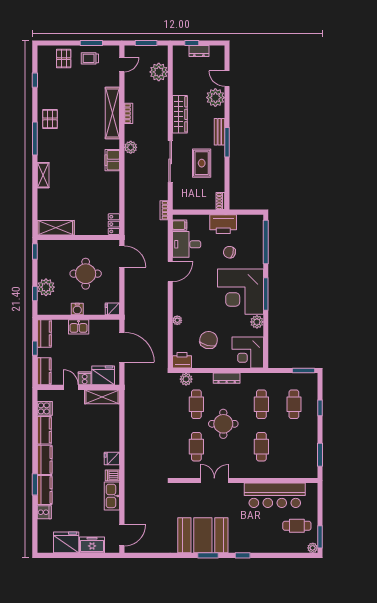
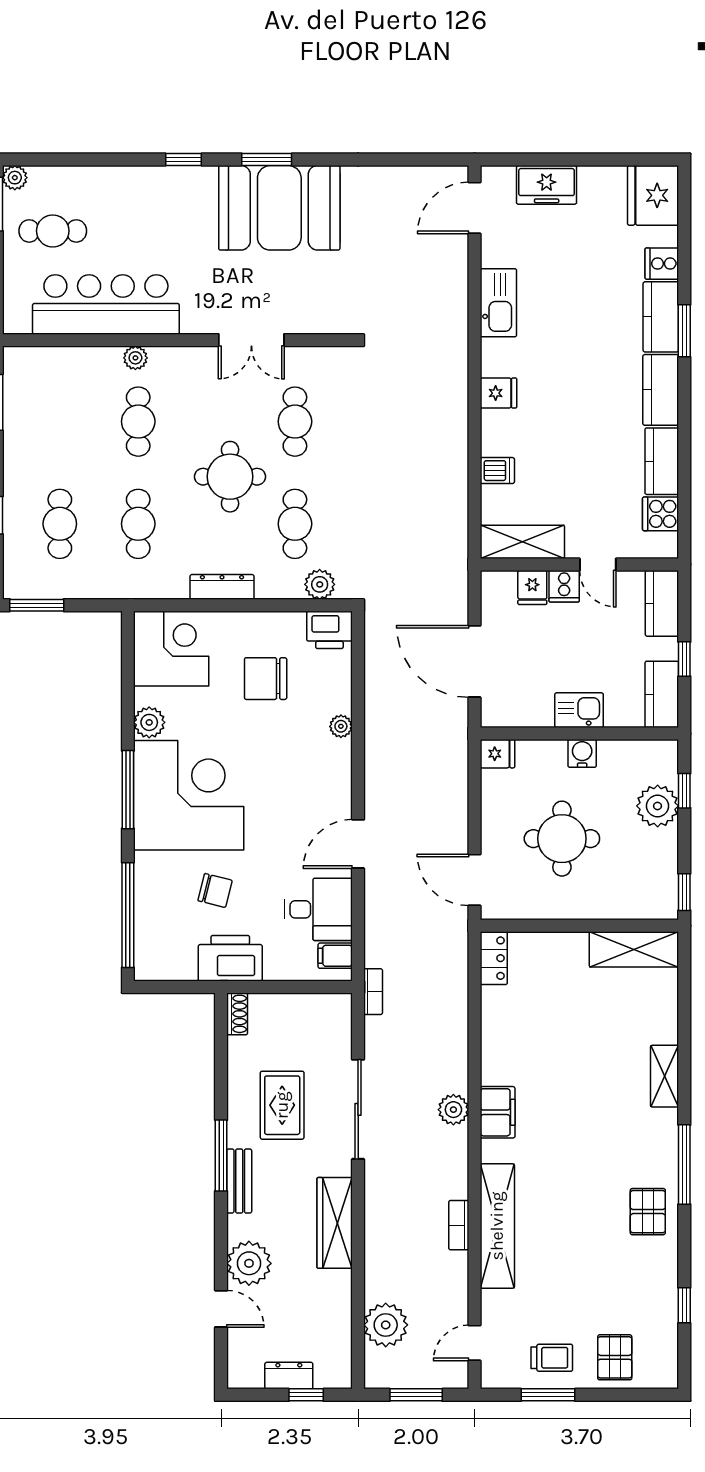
plant: (131, 147) -> (453, 1110), moved
chair: (209, 340) -> (266, 679), turned 76
fridge: (103, 375) -> (532, 587), width x0.53, depth x0.75
plant: (263, 473) -> (135, 358), added
dishwasher: (112, 475) -> (497, 471), moved
fridge: (66, 542) -> (653, 195), moved, turned 90

